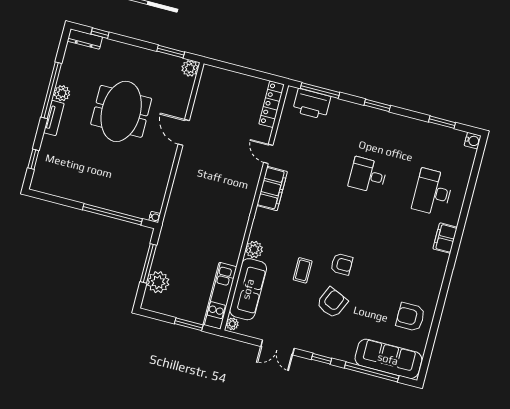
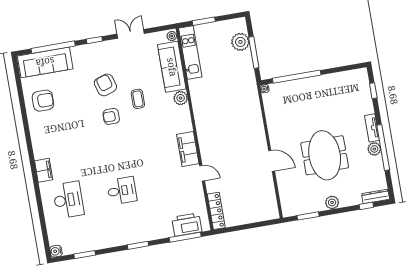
plant: (190, 68) -> (332, 202), moved
armchair: (332, 303) -> (105, 85), turned 139

